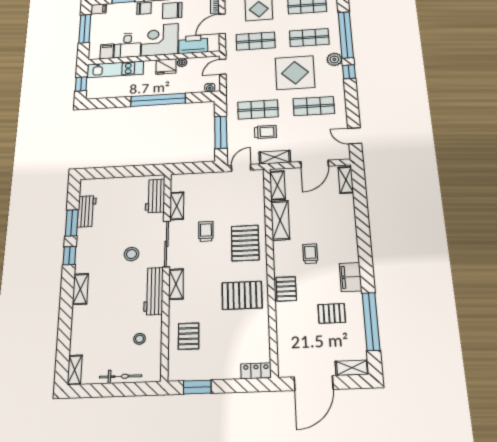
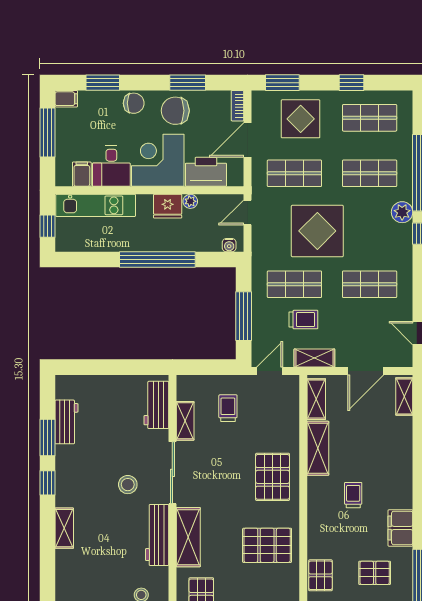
display table: (295, 73) -> (317, 231), moved
trolley: (206, 231) -> (228, 408), moved
shelving: (176, 284) -> (188, 537), width x1.50, depth x1.33
pallet: (286, 289) -> (320, 575), moved

